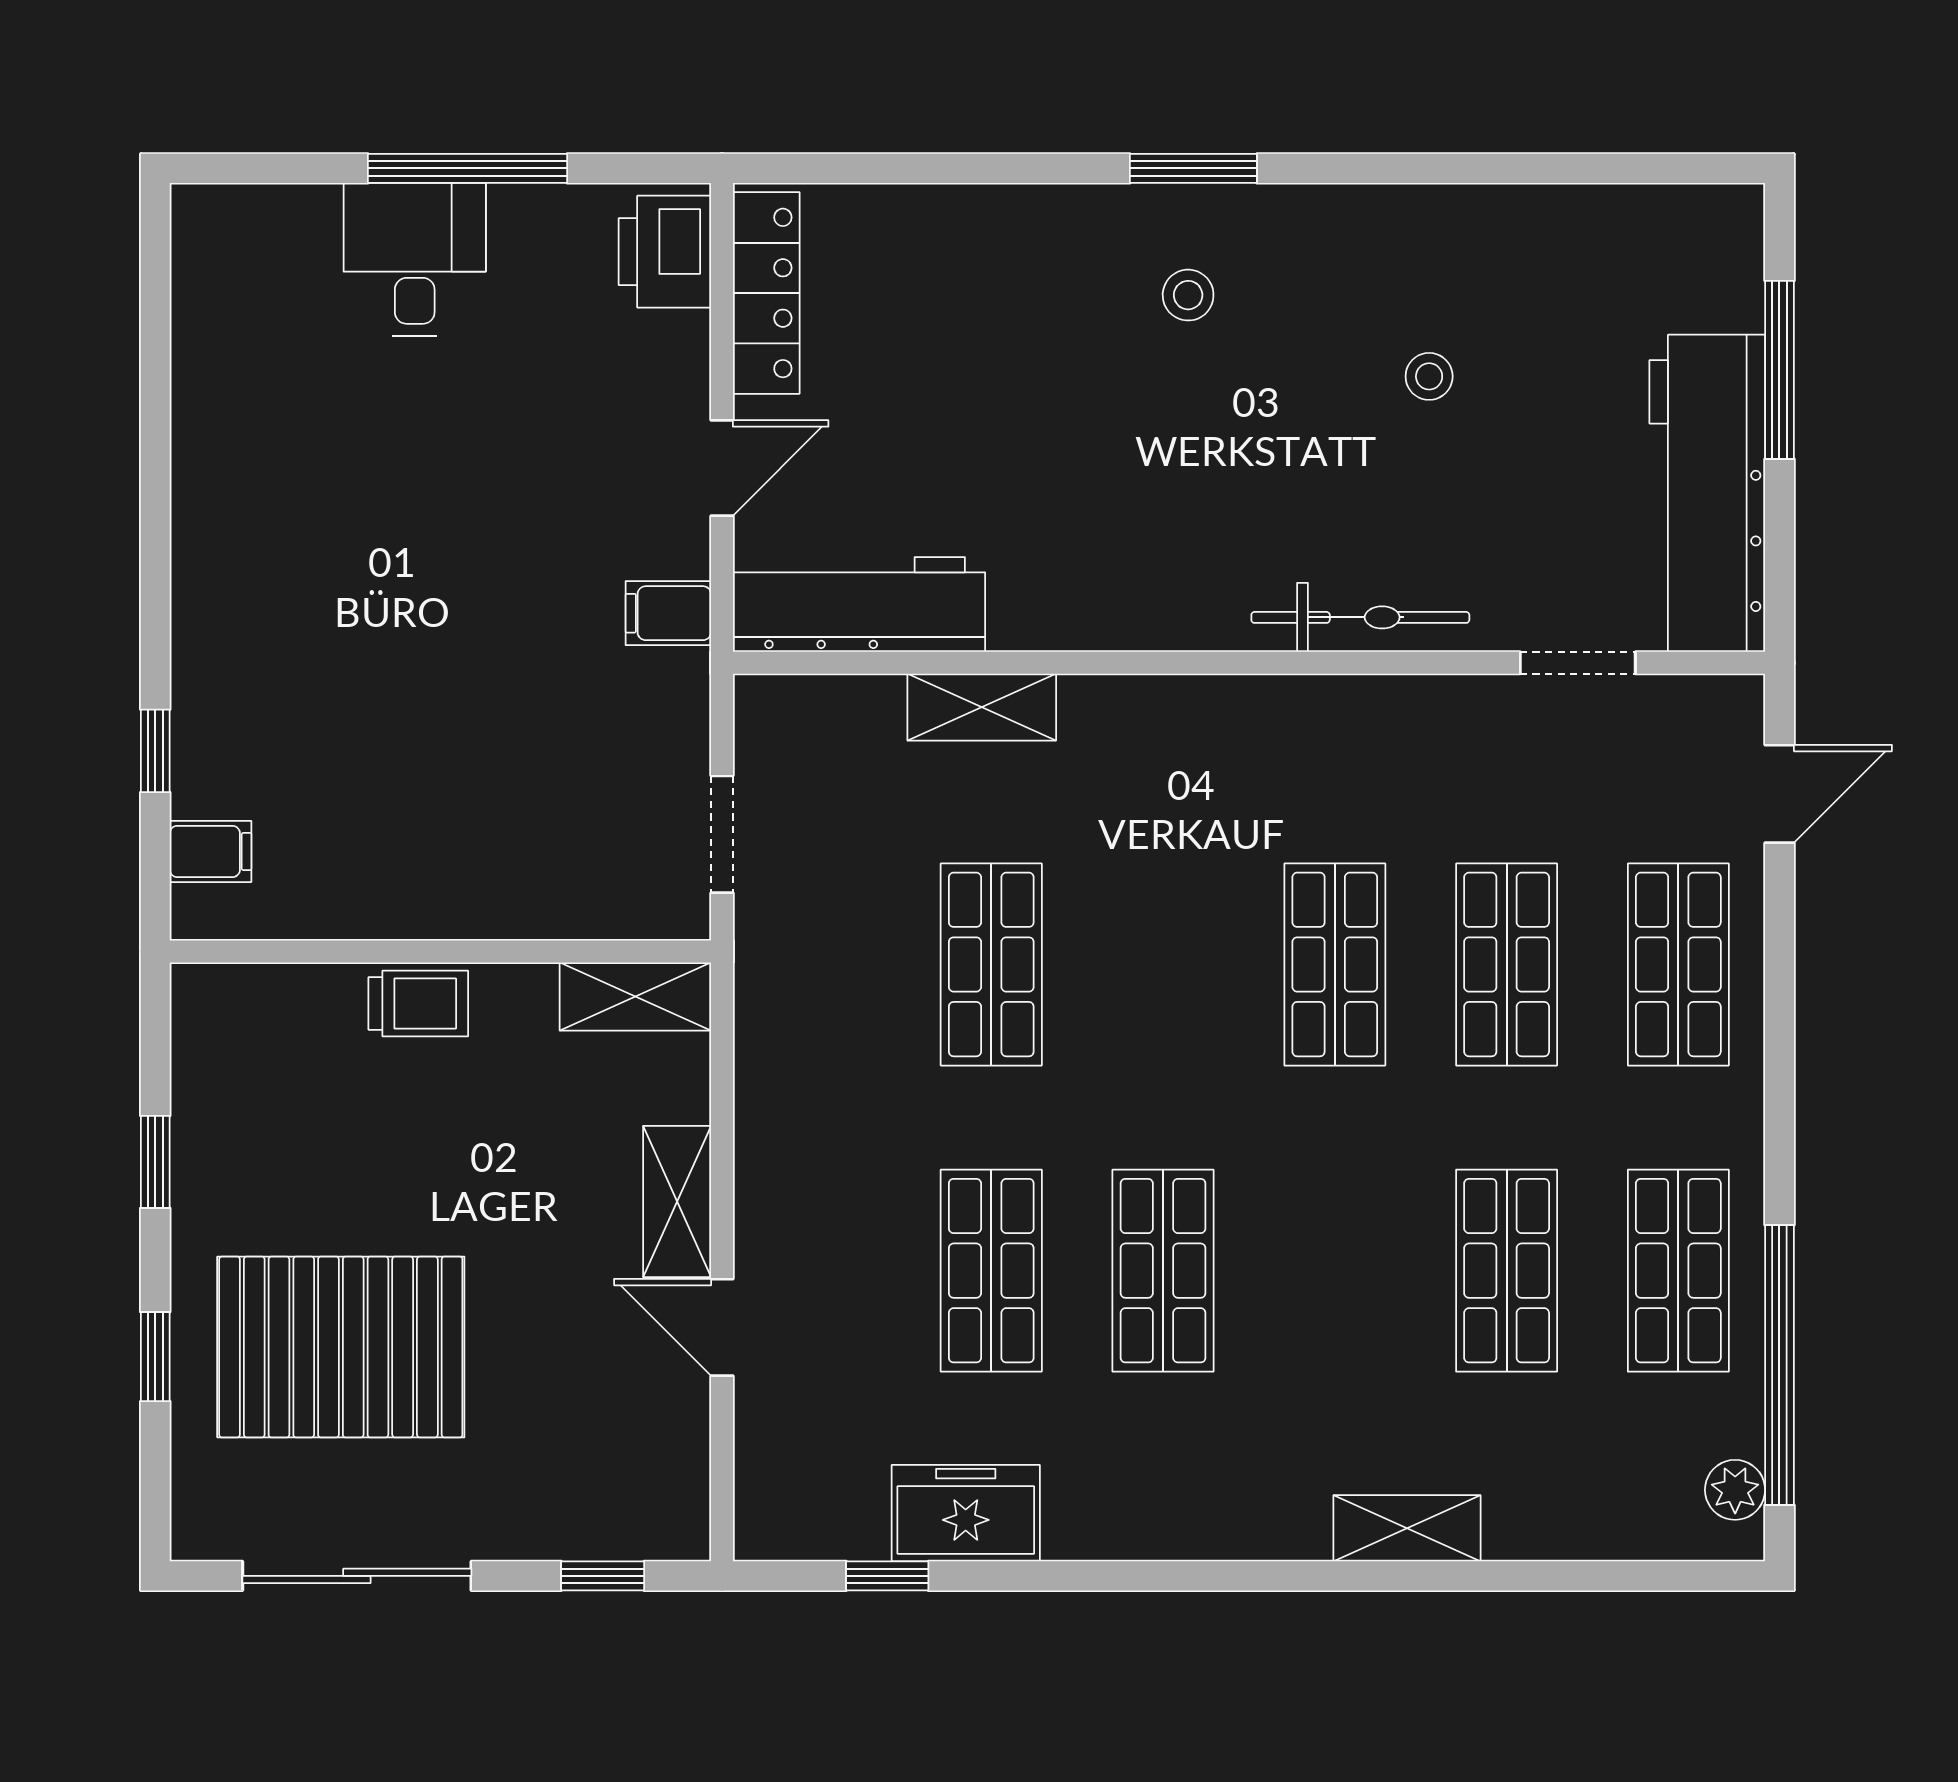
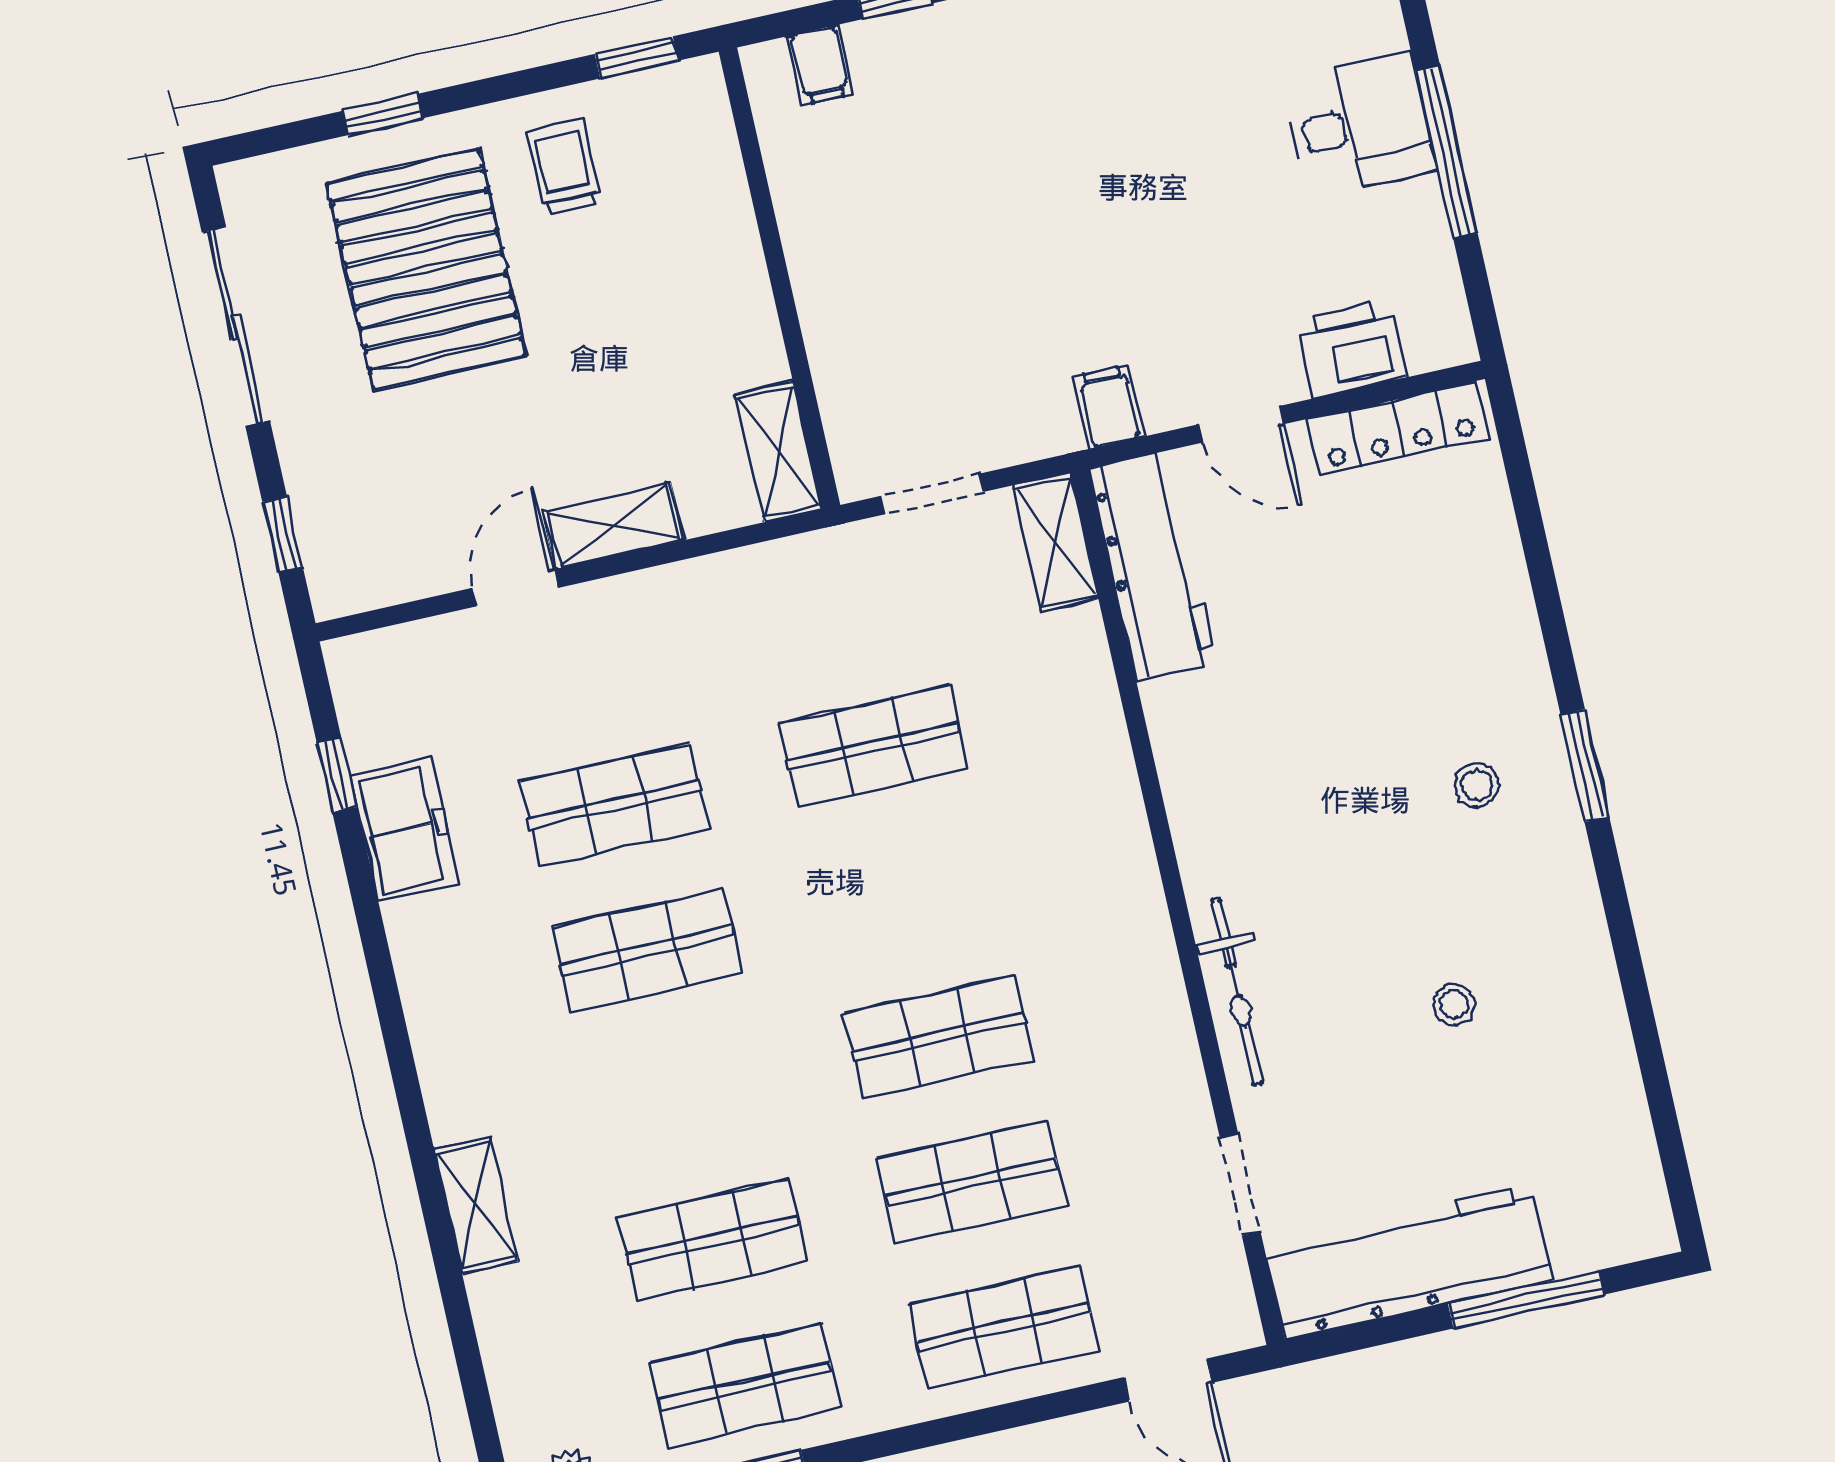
printer: (665, 252) -> (1351, 349), moved
shelving: (982, 707) -> (1056, 542), moved
trolley: (418, 1003) -> (563, 167), moved, turned 180
window: (155, 1162) -> (637, 57), moved

